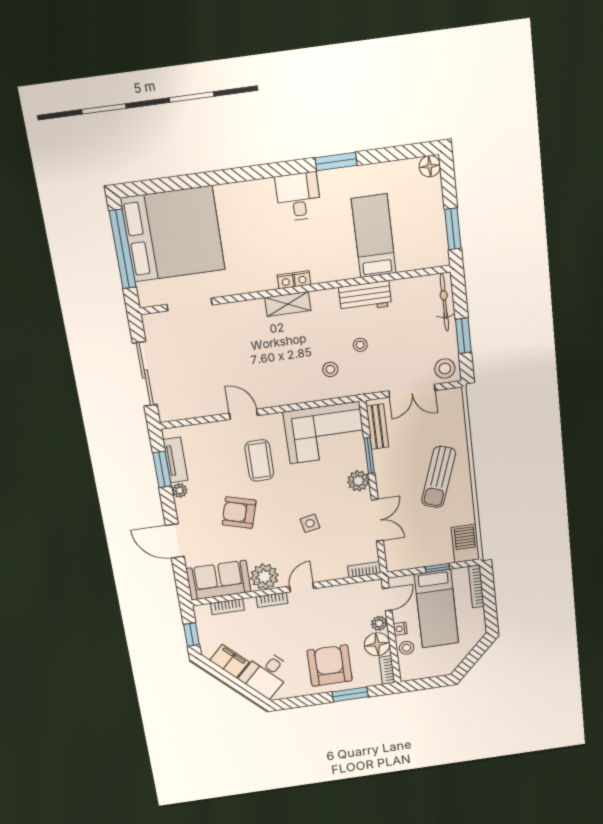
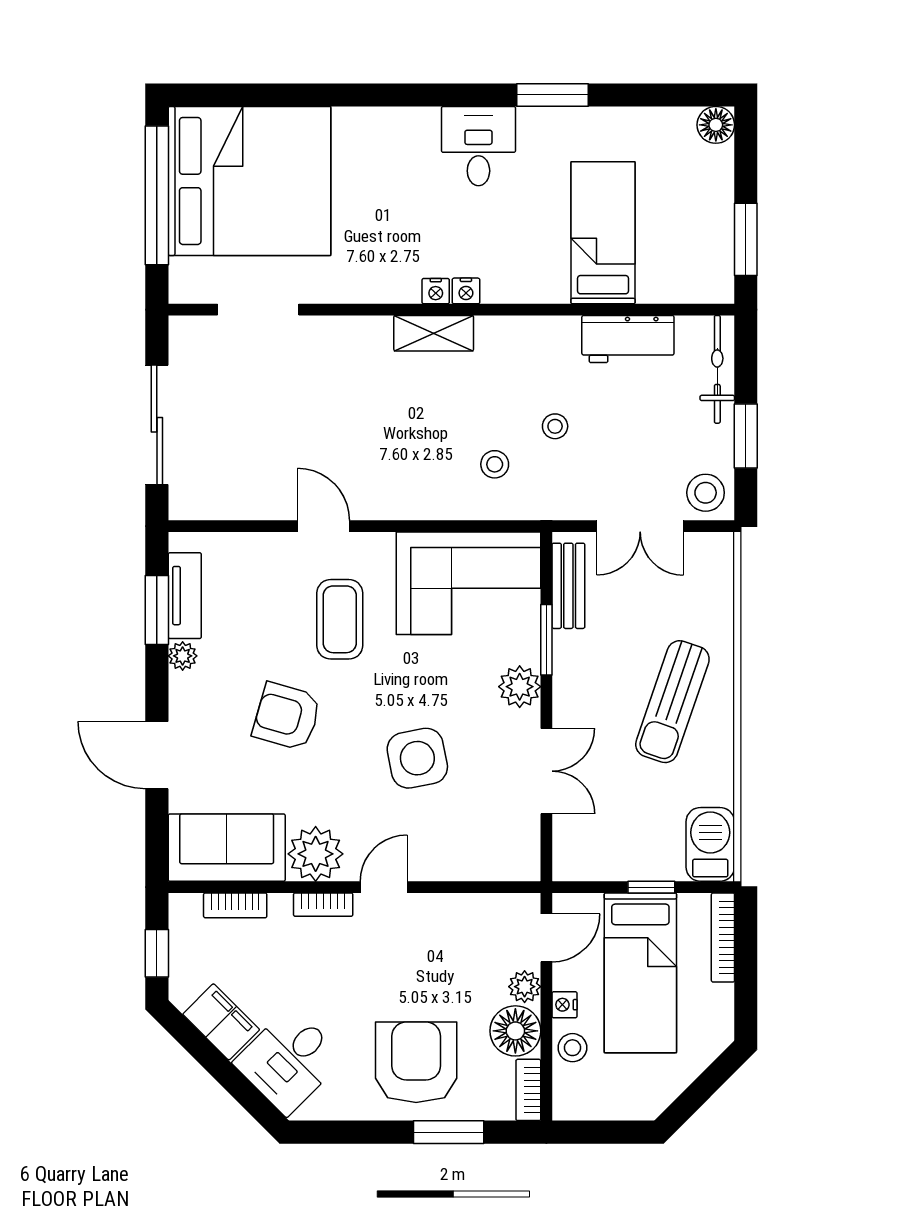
workbench: (365, 297) -> (628, 339), moved
side table: (310, 523) -> (417, 758), width x1.87, depth x1.87
bookcase: (364, 570) -> (509, 869), removed

